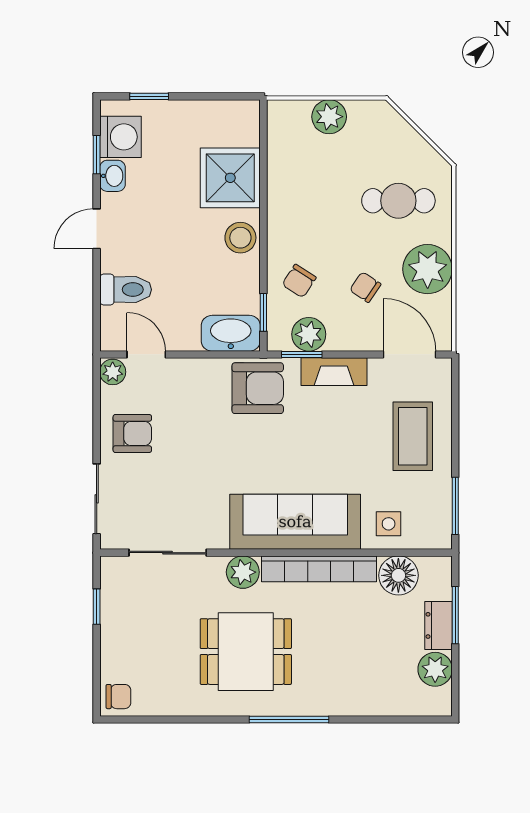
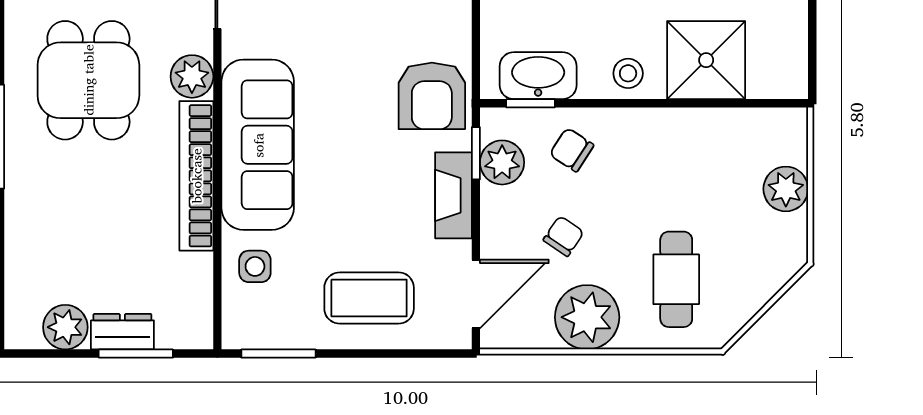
stool: (240, 238) -> (628, 73), width x0.73, depth x0.73
washbasin: (231, 333) -> (538, 76), moved, turned -90
floor lamp: (398, 575) -> (188, 279), removed

